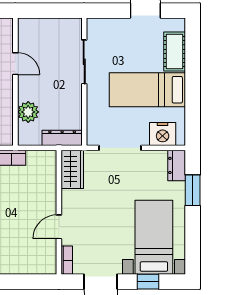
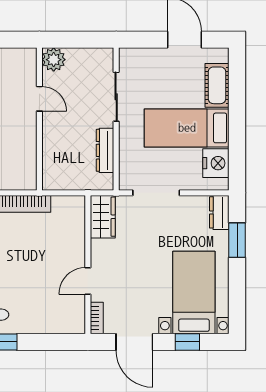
plant: (28, 112) -> (54, 60), moved
nightstand: (163, 134) -> (216, 163), moved, turned -90
dresser: (62, 138) -> (105, 150), moved, turned -90

